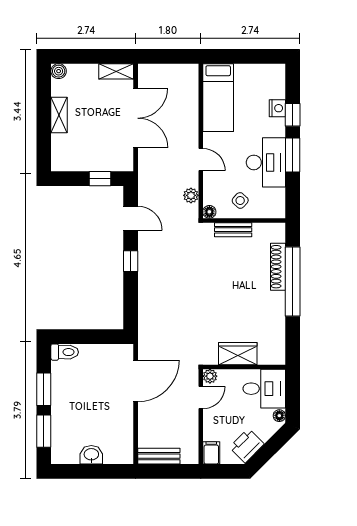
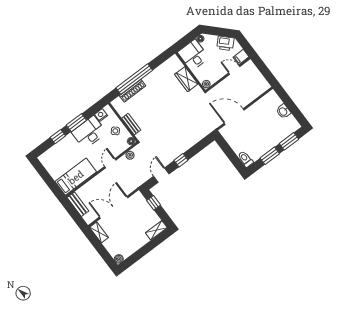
nightstand: (277, 108) -> (101, 115), moved
shelving: (59, 115) -> (156, 230), moved
door: (201, 398) -> (234, 70), moved
bench: (159, 456) -> (78, 204), moved

